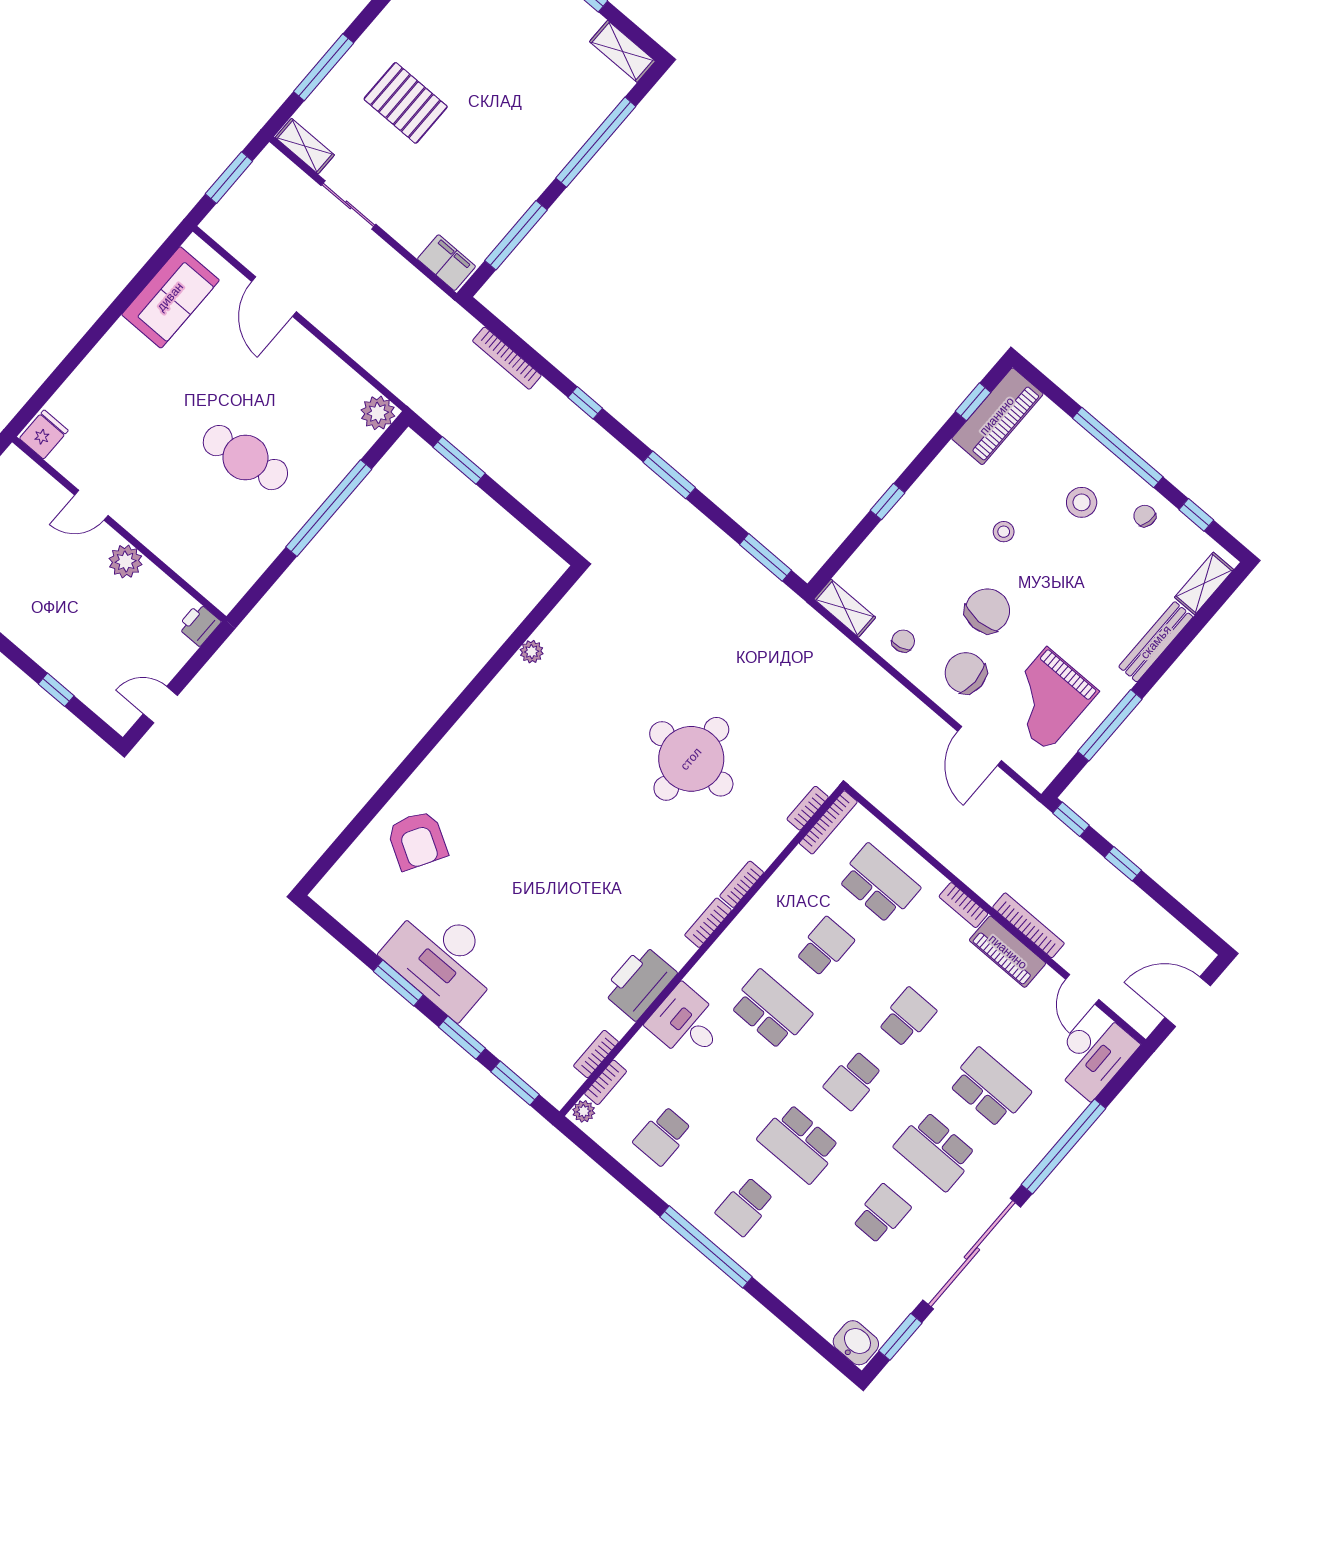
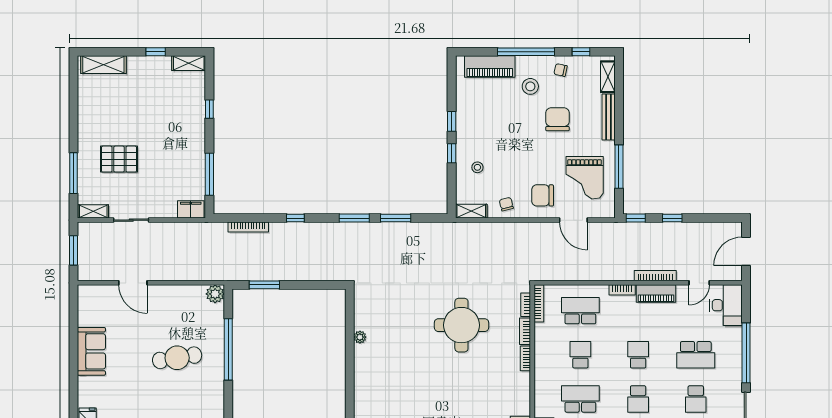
window: (596, 142) -> (209, 109), width x0.32
sofa: (170, 297) -> (91, 351), moved
window: (973, 402) -> (452, 121), moved
piano: (997, 416) -> (490, 67), moved, turned 90
stool: (1004, 532) -> (477, 167), moved
window: (766, 557) -> (396, 218), moved
chair: (987, 611) -> (558, 119), moved
bookcase: (708, 923) -> (525, 331), moved
door: (1082, 989) -> (699, 283), hinge flipped
school desk: (989, 1088) -> (696, 355), turned 180
school desk: (935, 1151) -> (696, 399), width x0.54

